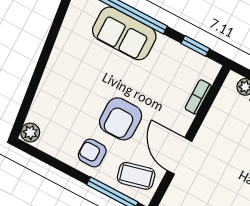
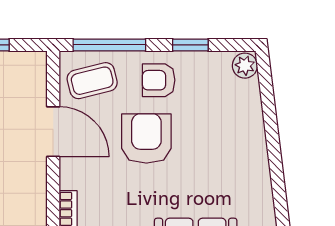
armchair: (92, 153) -> (159, 80), turned 180
window: (59, 165) -> (190, 45), added

